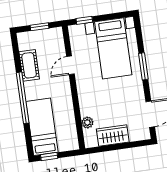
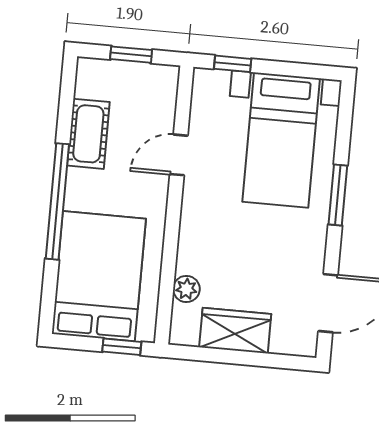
bed: (42, 127) -> (99, 276), width x1.50
window: (49, 156) -> (122, 347), moved

